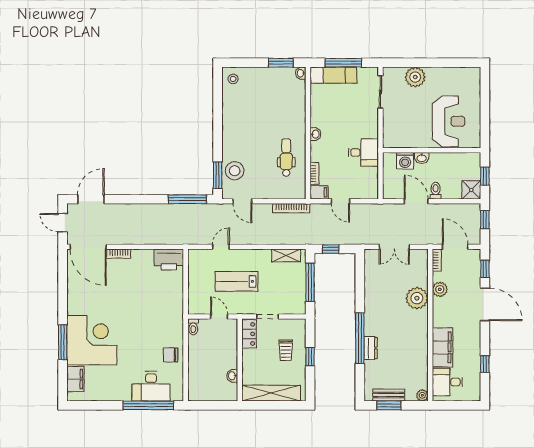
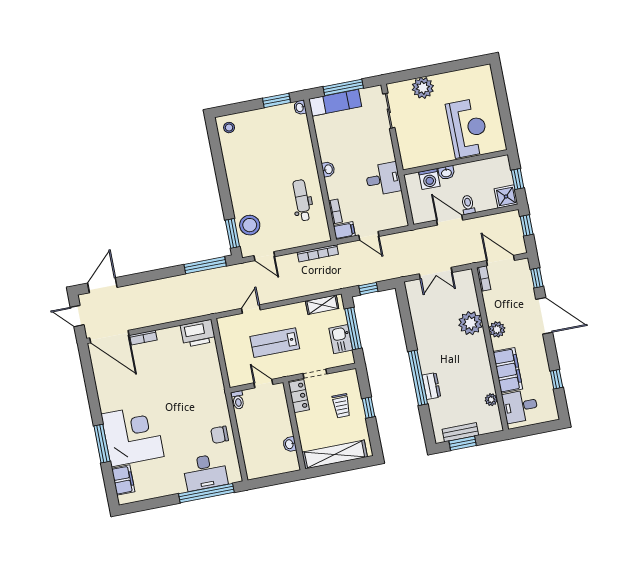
plant: (440, 289) -> (497, 329), moved
kitchen sink: (297, 290) -> (341, 339), added
plant: (422, 395) -> (491, 400), moved

